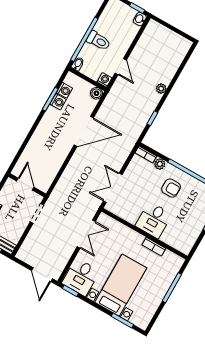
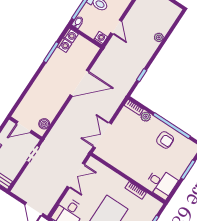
plant: (161, 89) -> (159, 37), moved
boiler: (96, 93) -> (44, 124), moved
washing machine: (58, 102) -> (71, 35), moved
door: (25, 184) -> (24, 127), swing flipped
armchair: (171, 188) -> (165, 140), moved
desk: (154, 220) -> (161, 183), moved, turned -90

